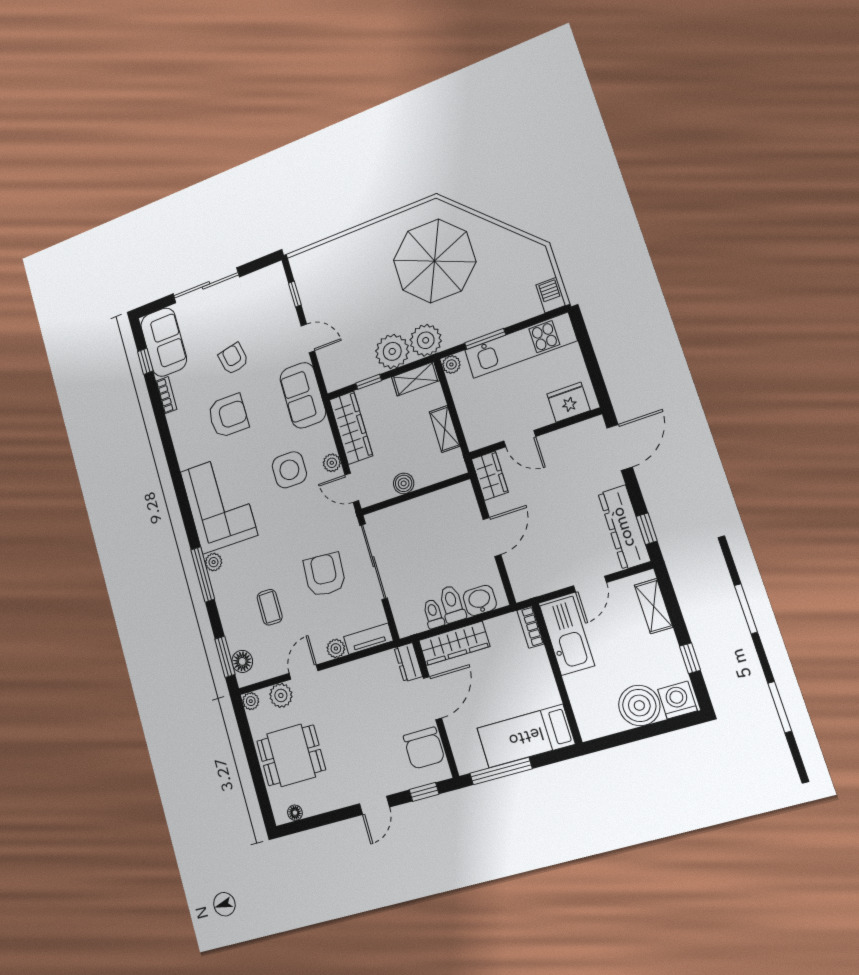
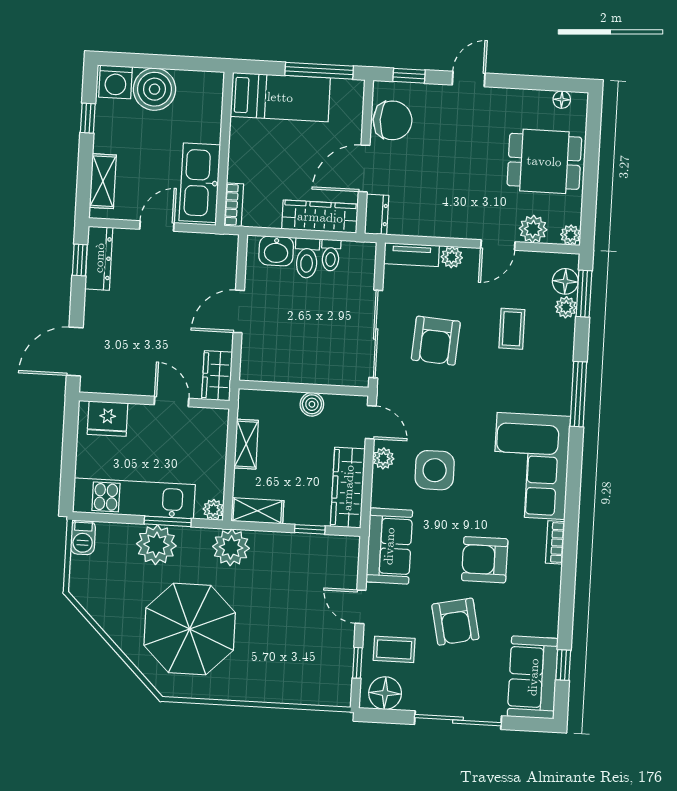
floor lamp: (266, 281) -> (385, 693), added
coffee table: (271, 317) -> (394, 649), added
plant: (392, 351) -> (156, 545), moved
armchair: (233, 359) -> (455, 622), width x1.38, depth x1.38
bookcase: (166, 395) -> (555, 542), moved
dresser: (624, 527) -> (99, 258), width x0.73, depth x0.80
plant: (214, 562) -> (566, 307), moved
chair: (424, 748) -> (393, 120), turned 90

